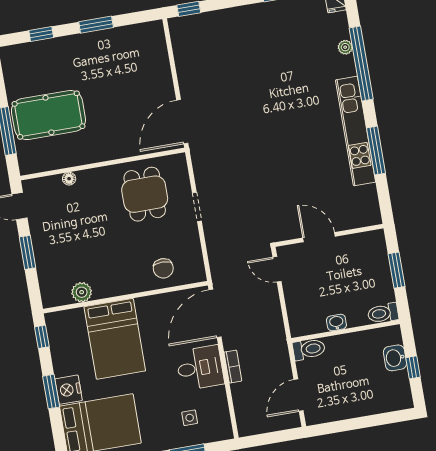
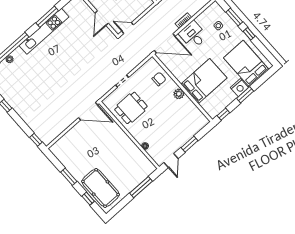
pool table: (48, 115) -> (101, 188), moved
door: (277, 269) -> (128, 28), swing flipped
plant: (82, 292) -> (179, 94), moved

